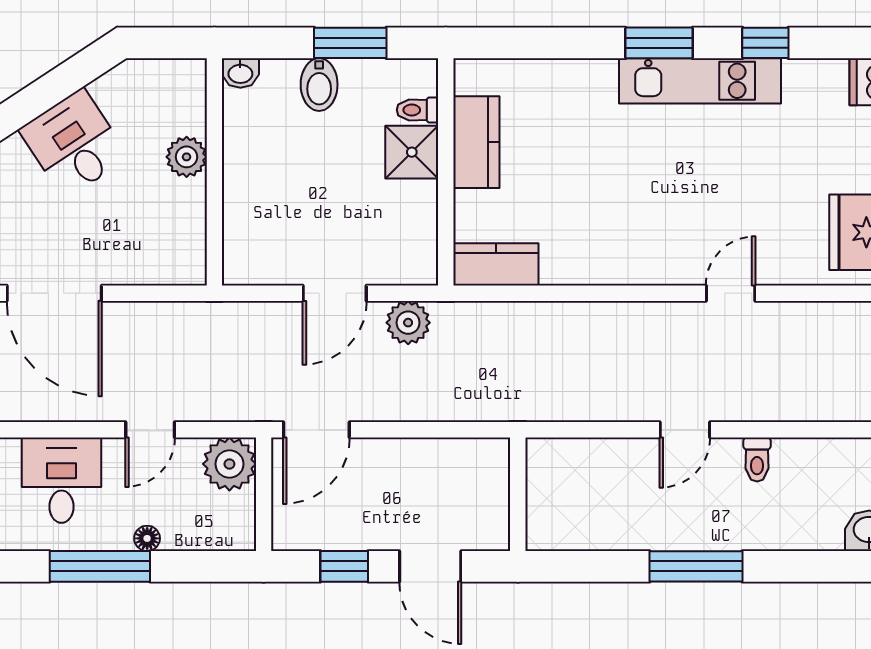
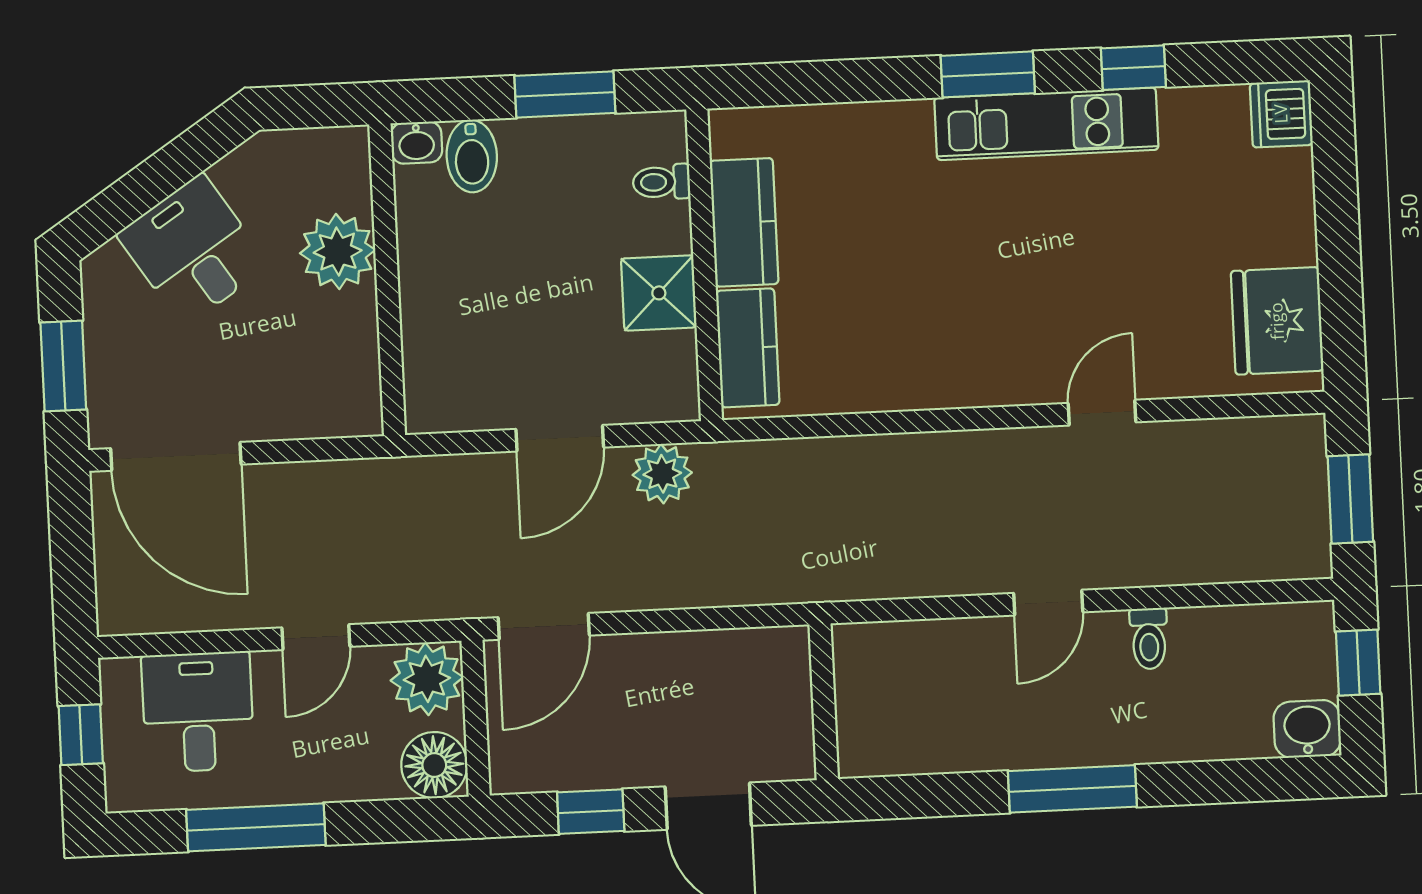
bidet: (319, 85) -> (472, 156), moved
shower: (412, 152) -> (659, 293), moved
plant: (187, 157) -> (338, 252), width x1.36, depth x1.36
kitchen counter: (496, 264) -> (748, 348), moved, turned 90
floor lamp: (147, 538) -> (434, 765), moved, width x1.89, depth x1.89

